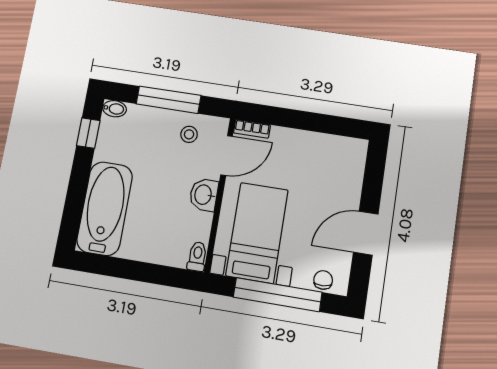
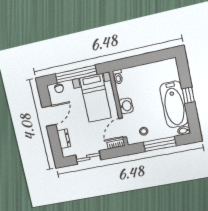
sliding door: (317, 123) -> (88, 157), added
window: (88, 133) -> (188, 95), moved
dresser: (352, 177) -> (64, 139), added
bathtub: (105, 208) -> (174, 104), moved

